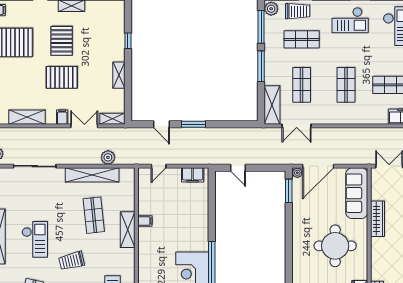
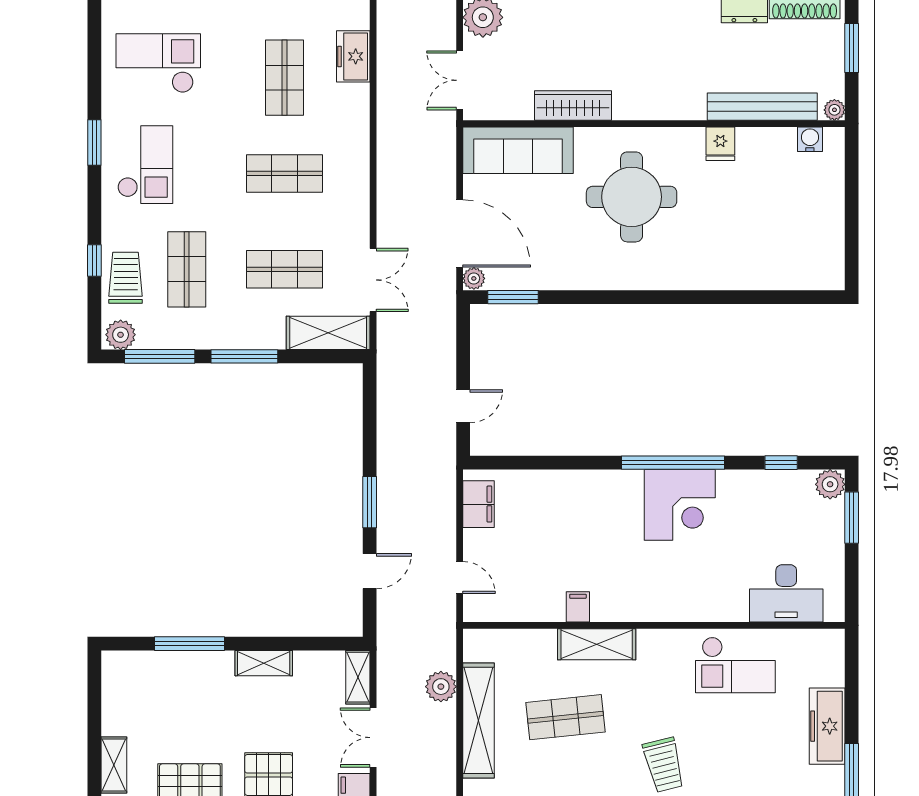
window: (128, 41) -> (189, 644), width x2.17

